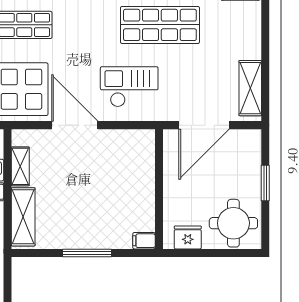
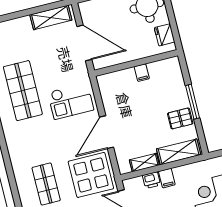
checkout: (129, 87) -> (71, 101), turned -90
pallet: (68, 230) -> (180, 118), added
filing cabinet: (144, 241) -> (142, 73), moved

